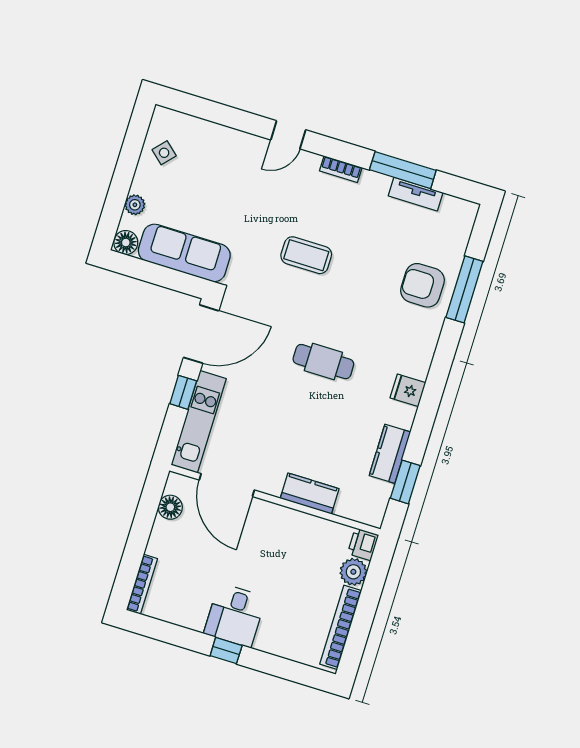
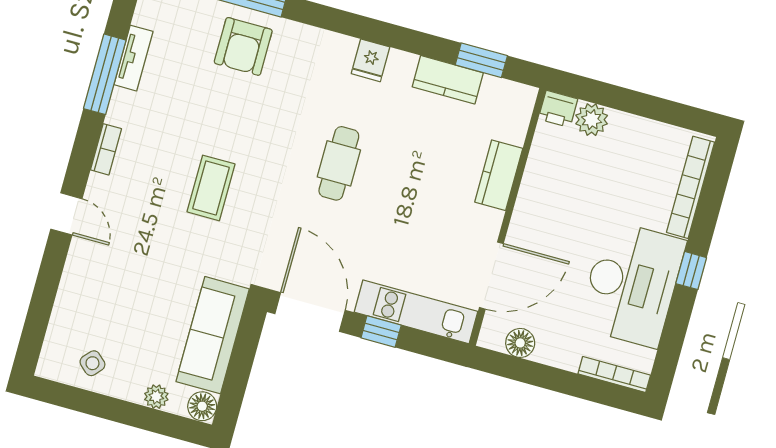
desk: (235, 615) -> (632, 284), width x1.87, depth x1.30
bookcase: (341, 627) -> (690, 187), moved, turned 90

